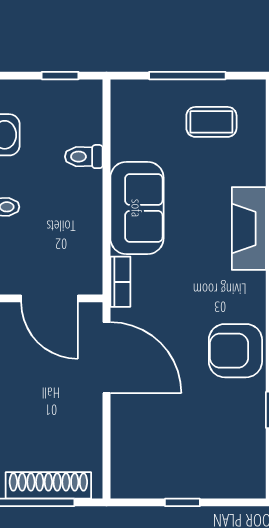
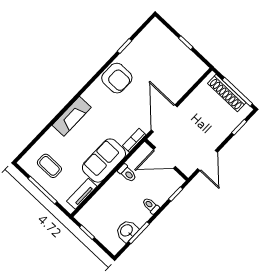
tv unit: (123, 126) -> (82, 194), added
toilet: (84, 157) -> (127, 173), moved
door: (49, 298) -> (164, 158), swing flipped

